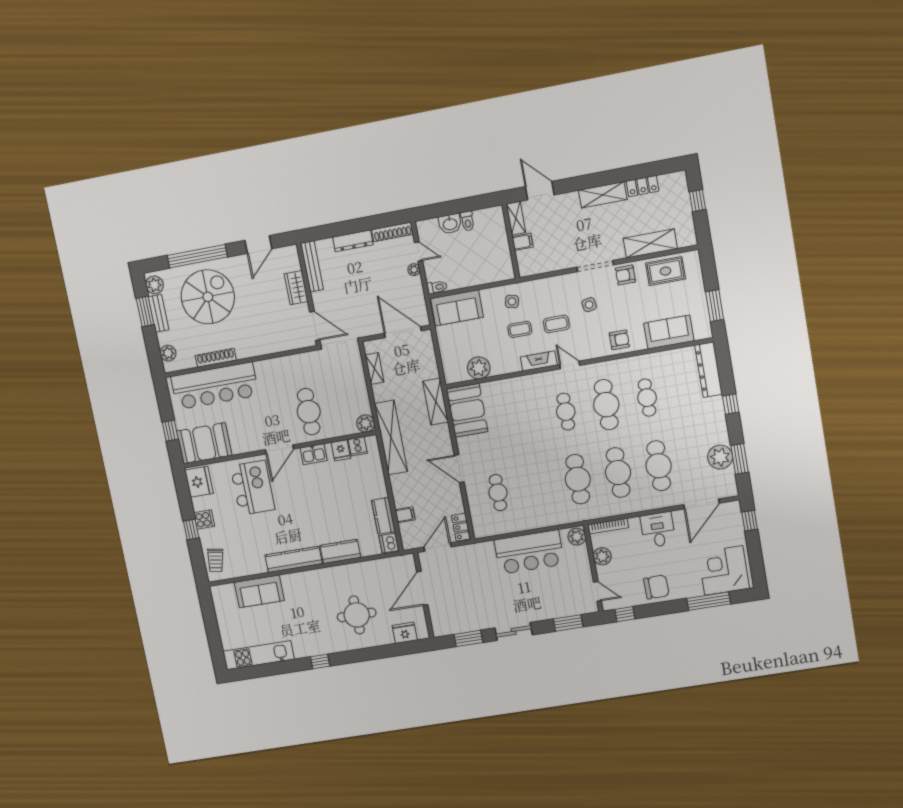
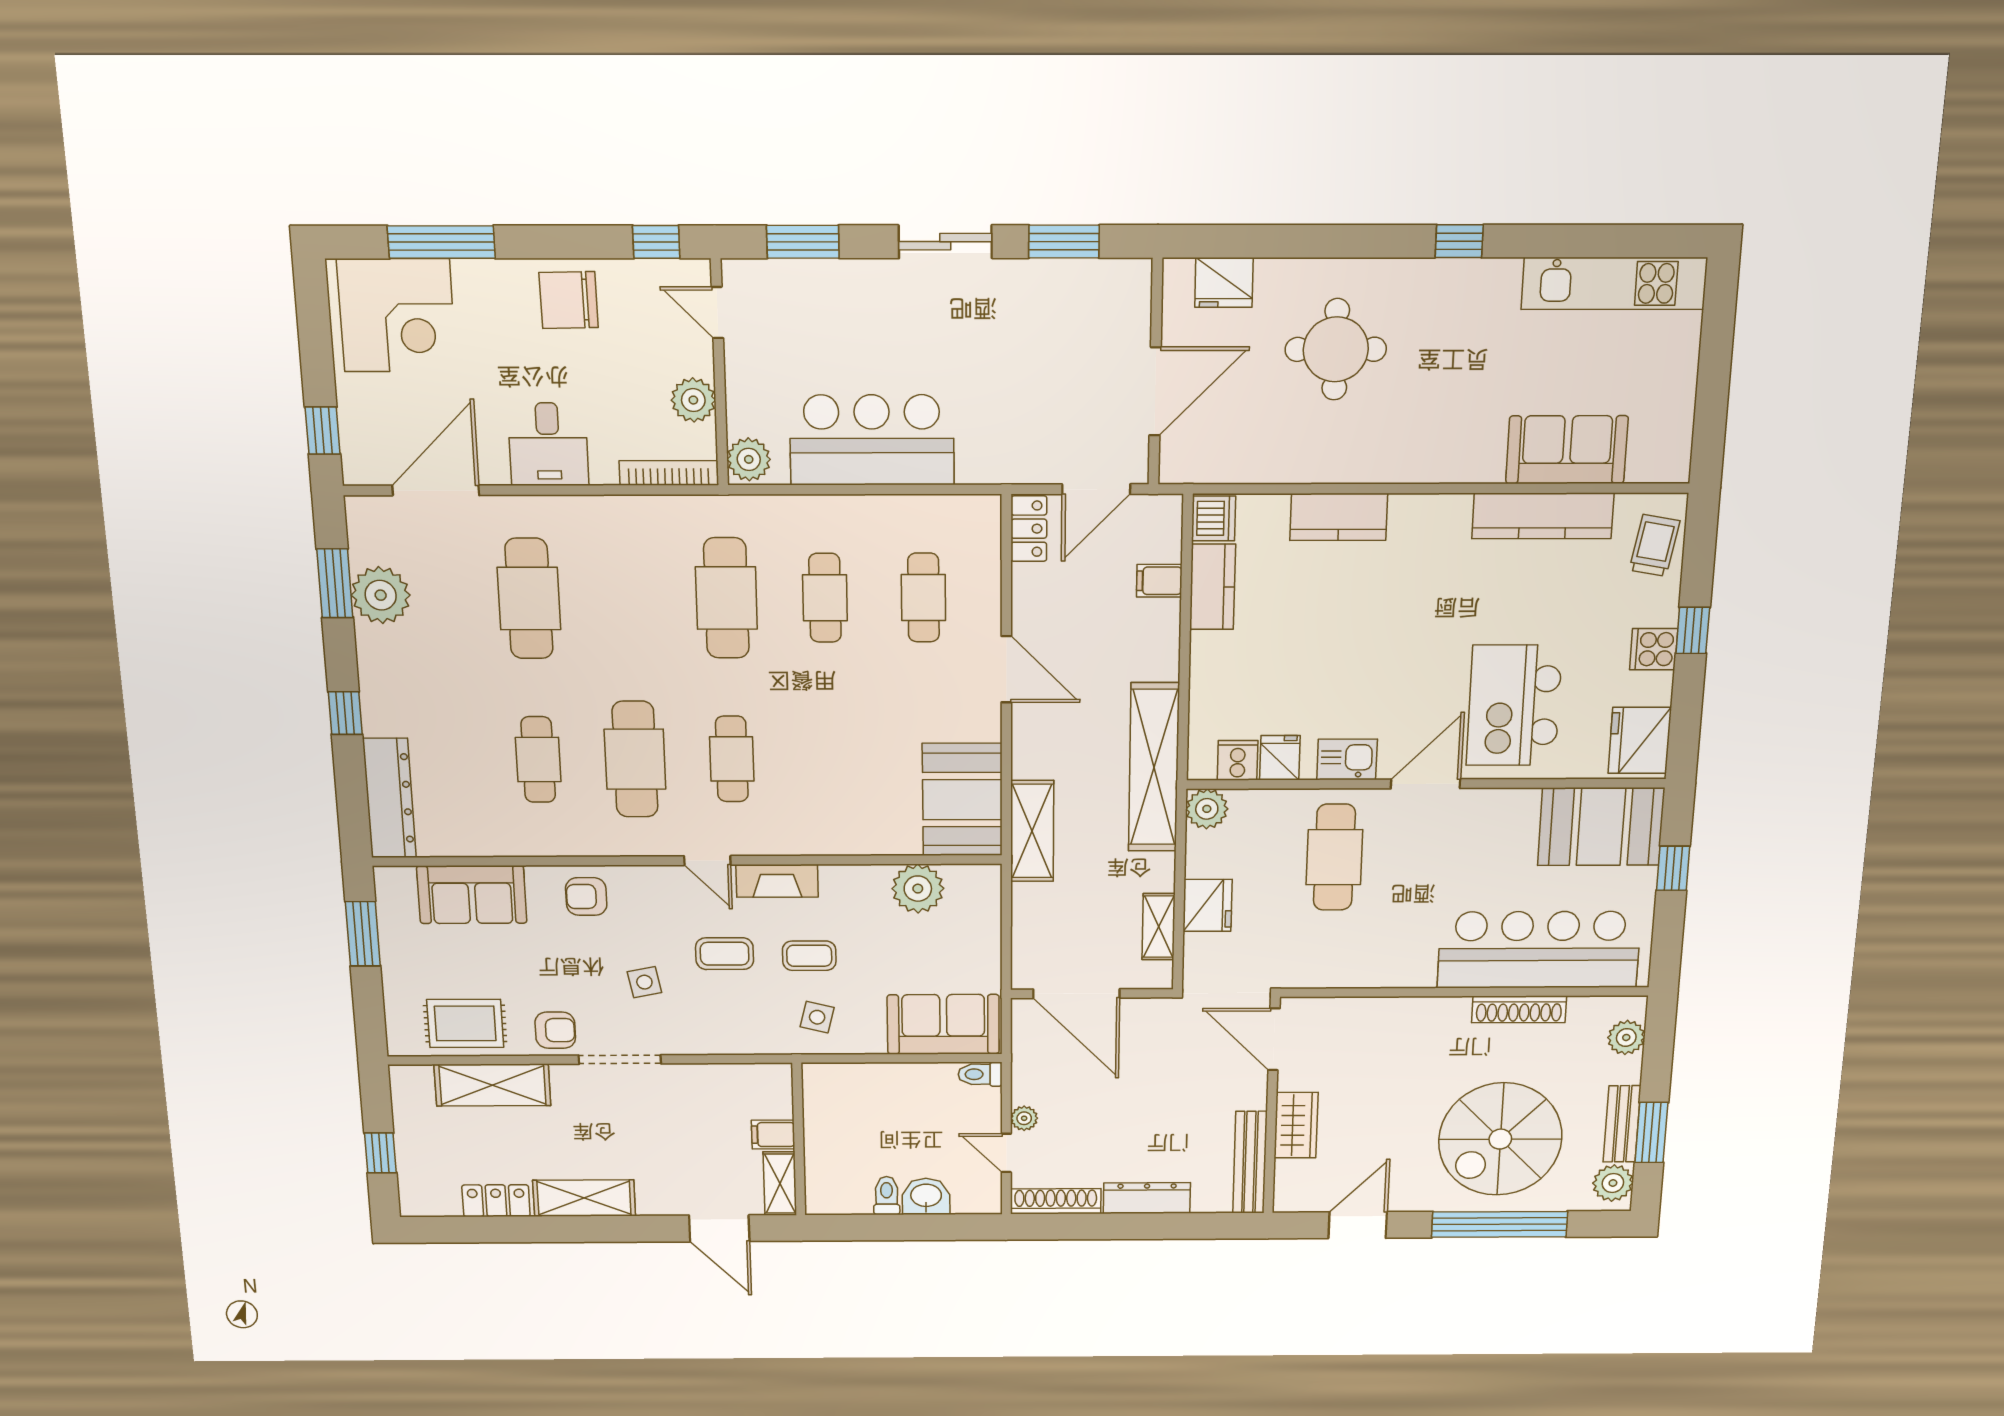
fridge: (356, 382) -> (1208, 905), added
cafe table: (618, 473) -> (825, 598), moved, width x0.73, depth x0.74
kitchen counter: (294, 559) -> (1543, 516), moved

